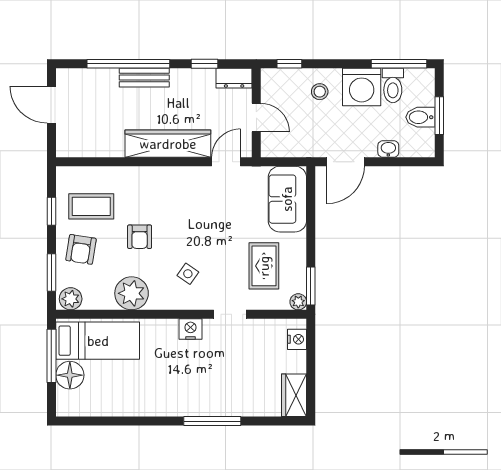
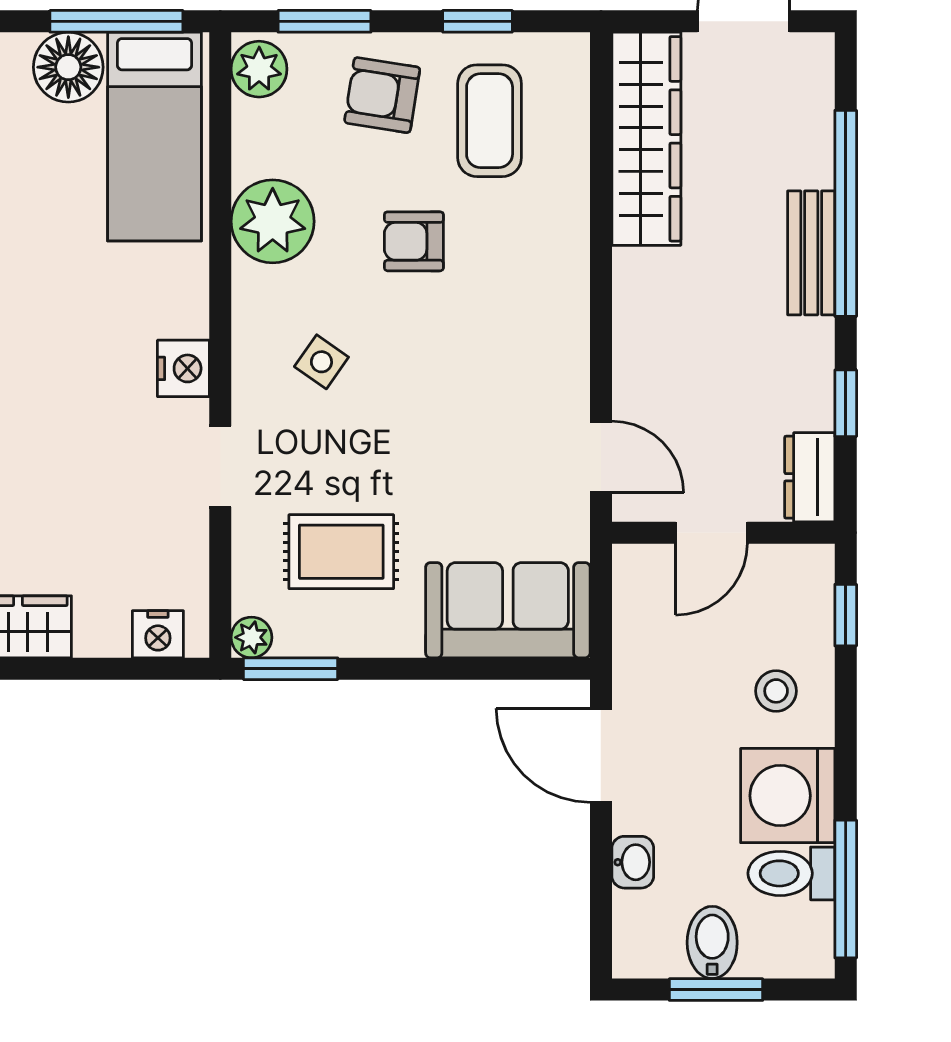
wardrobe: (168, 144) -> (646, 139), moved

